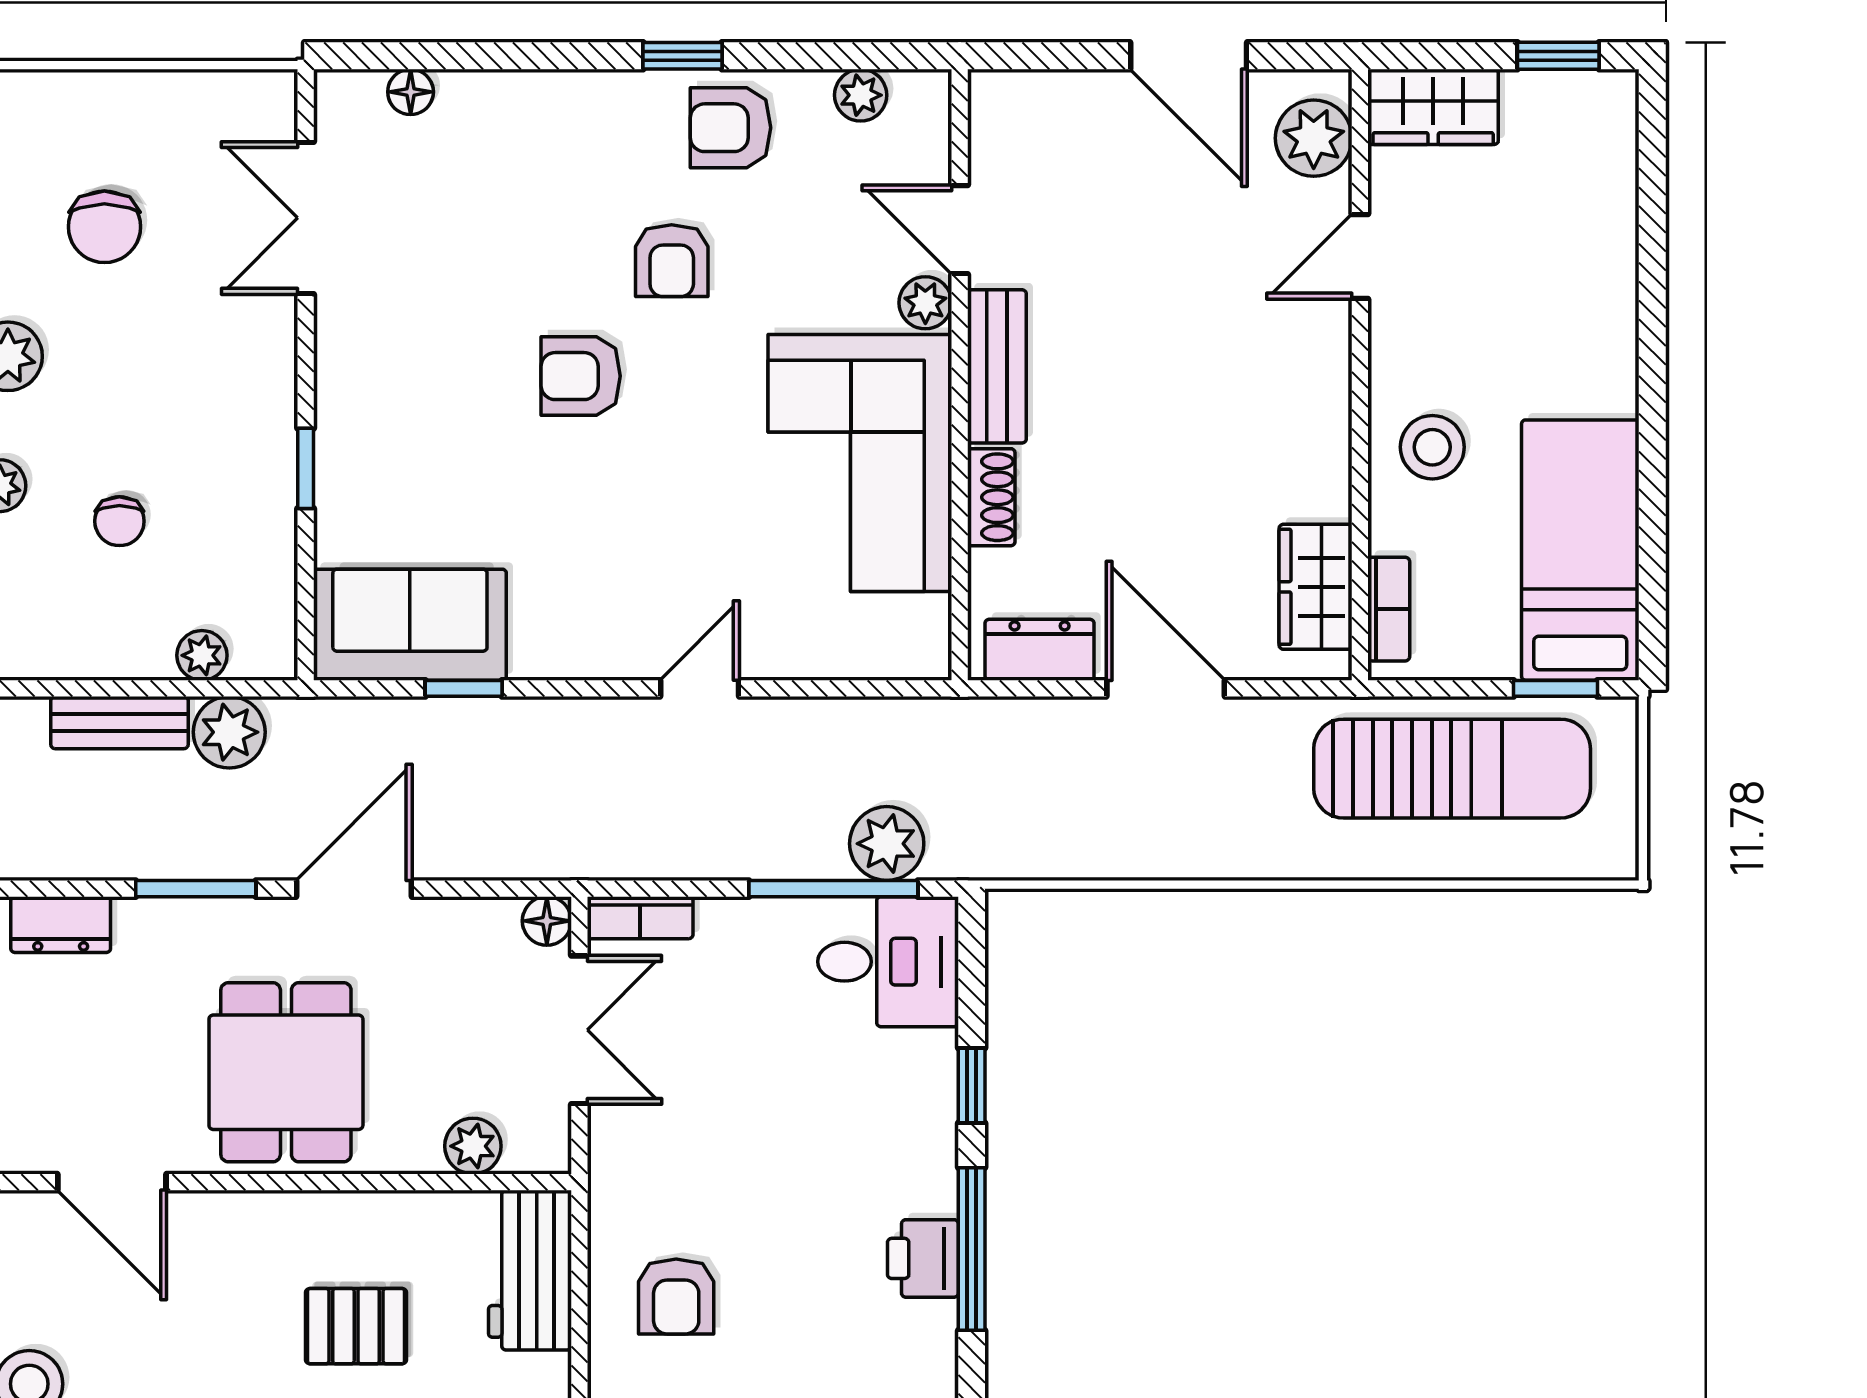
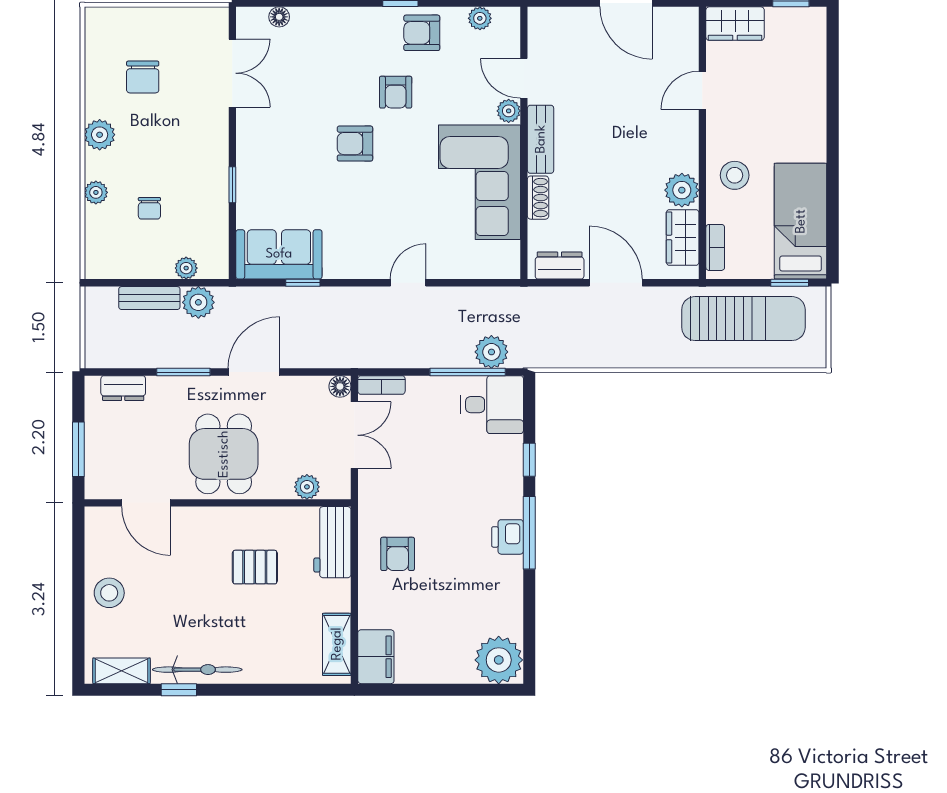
plant: (1314, 138) -> (682, 190), moved
double door: (306, 218) -> (232, 73), swing flipped

